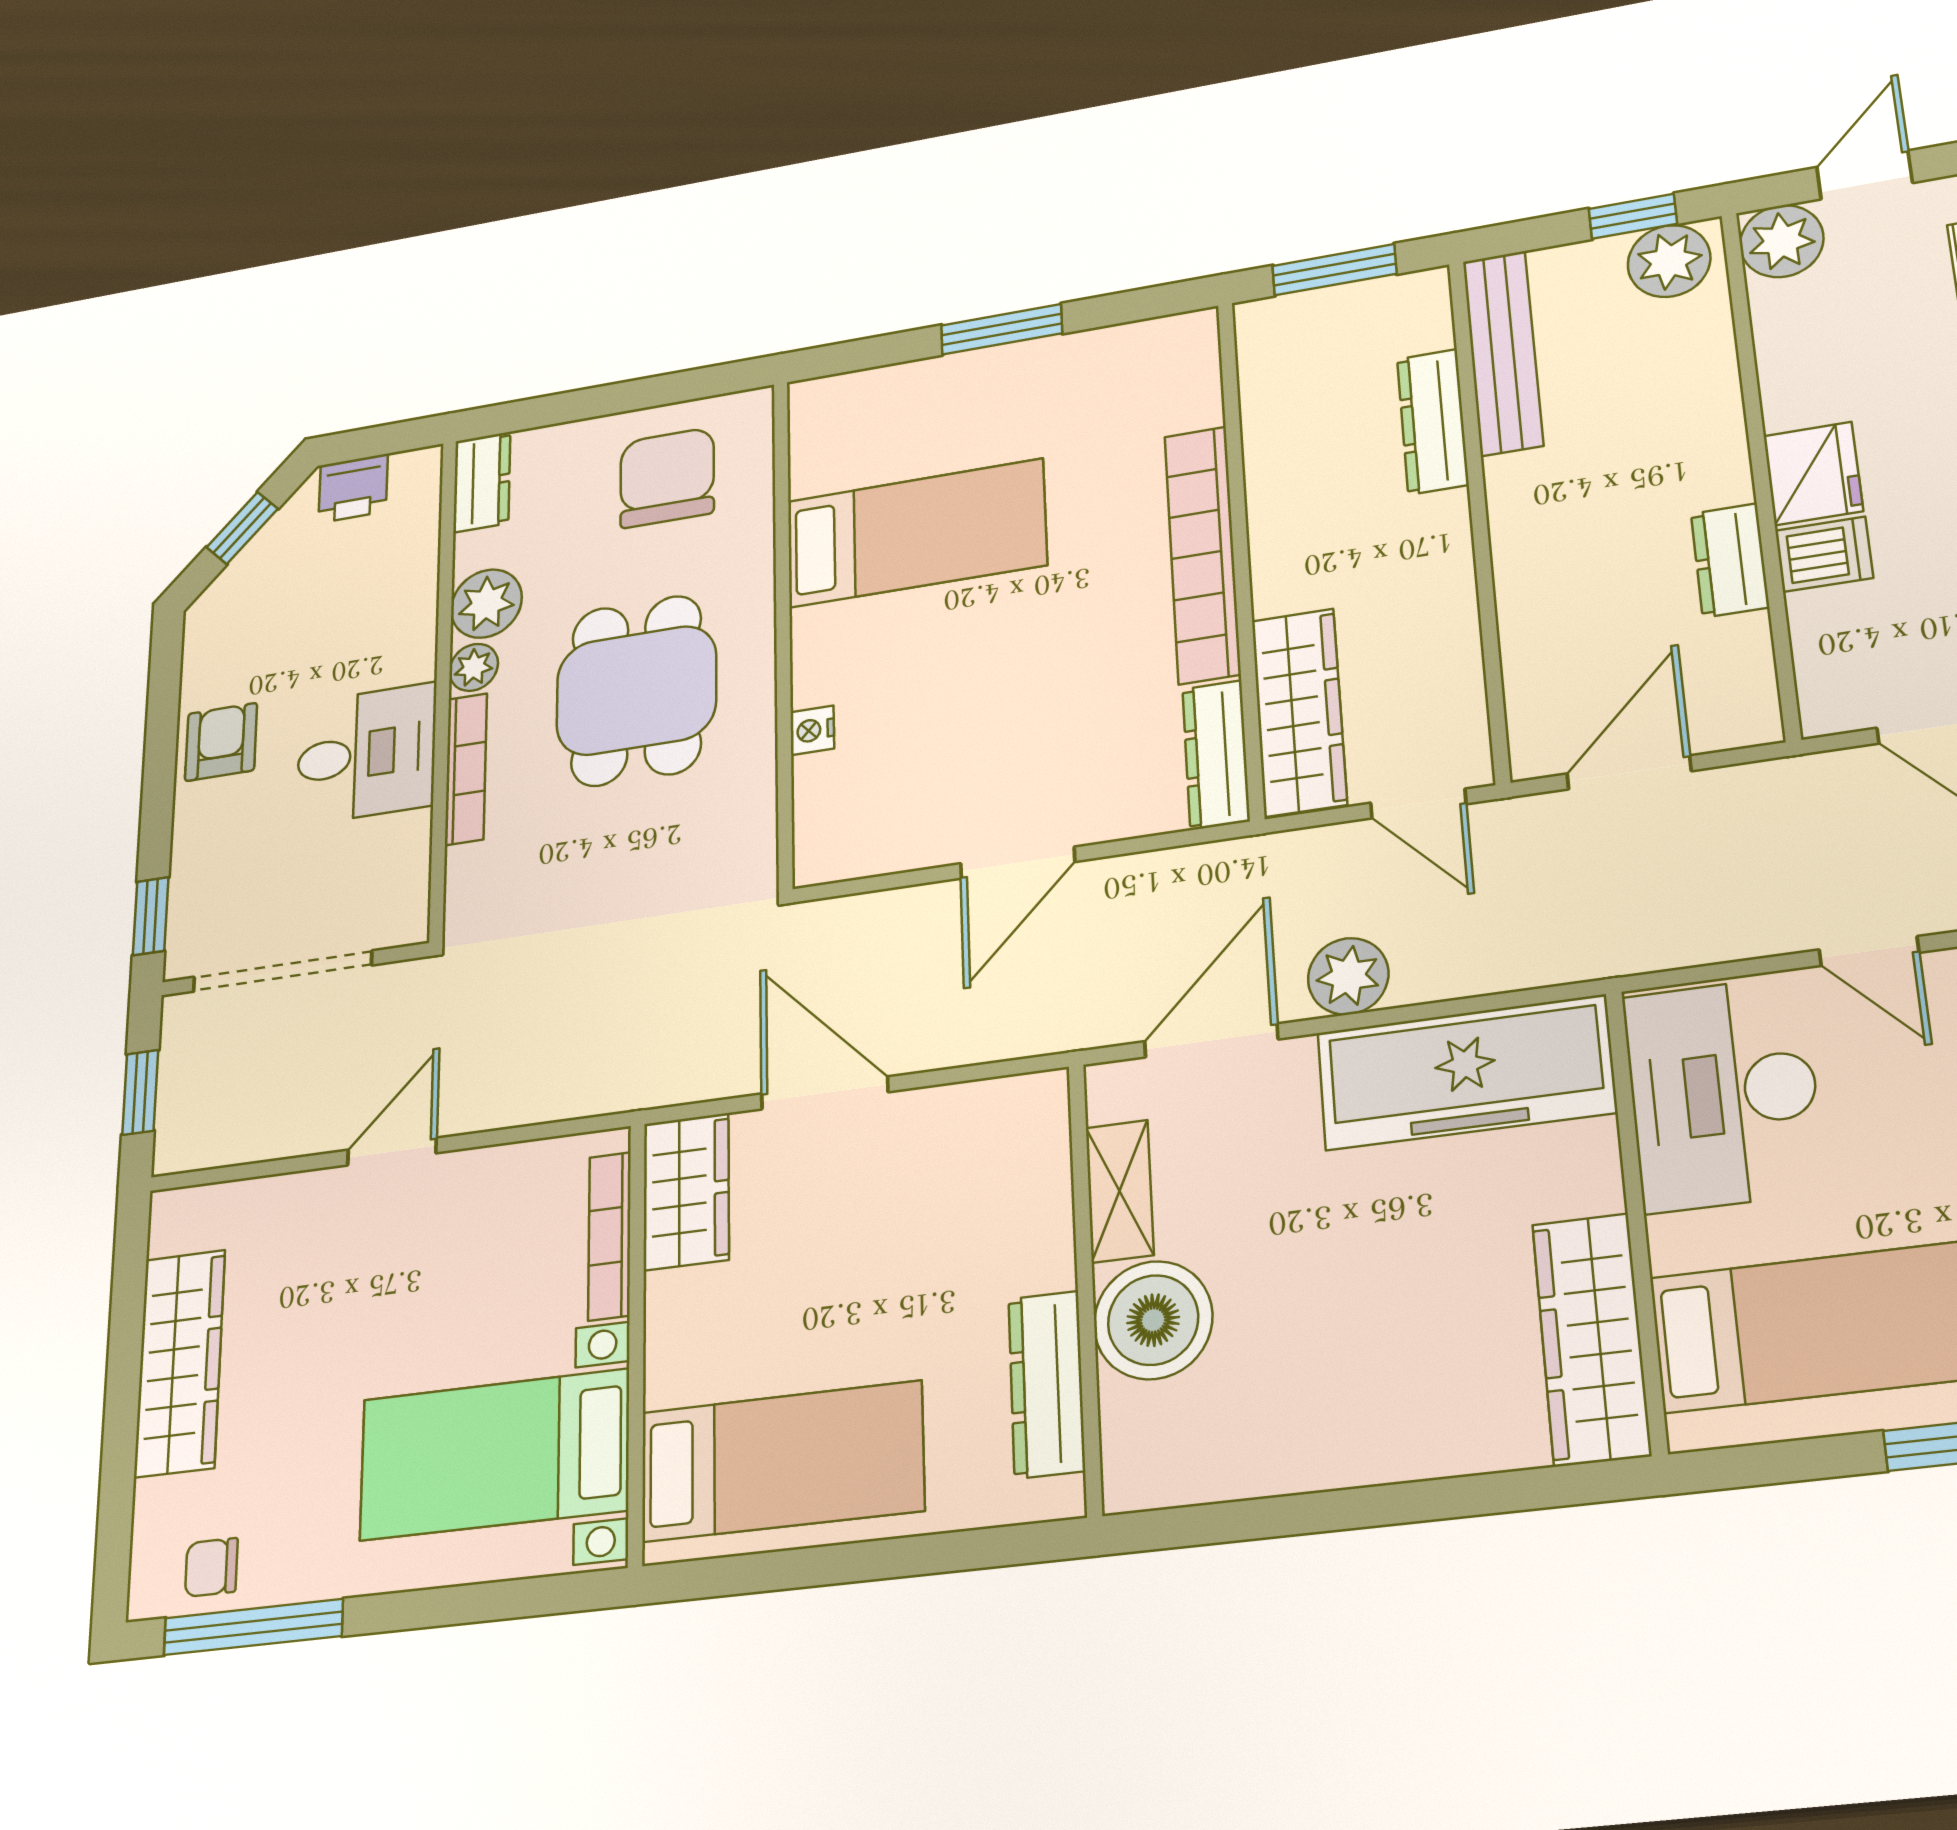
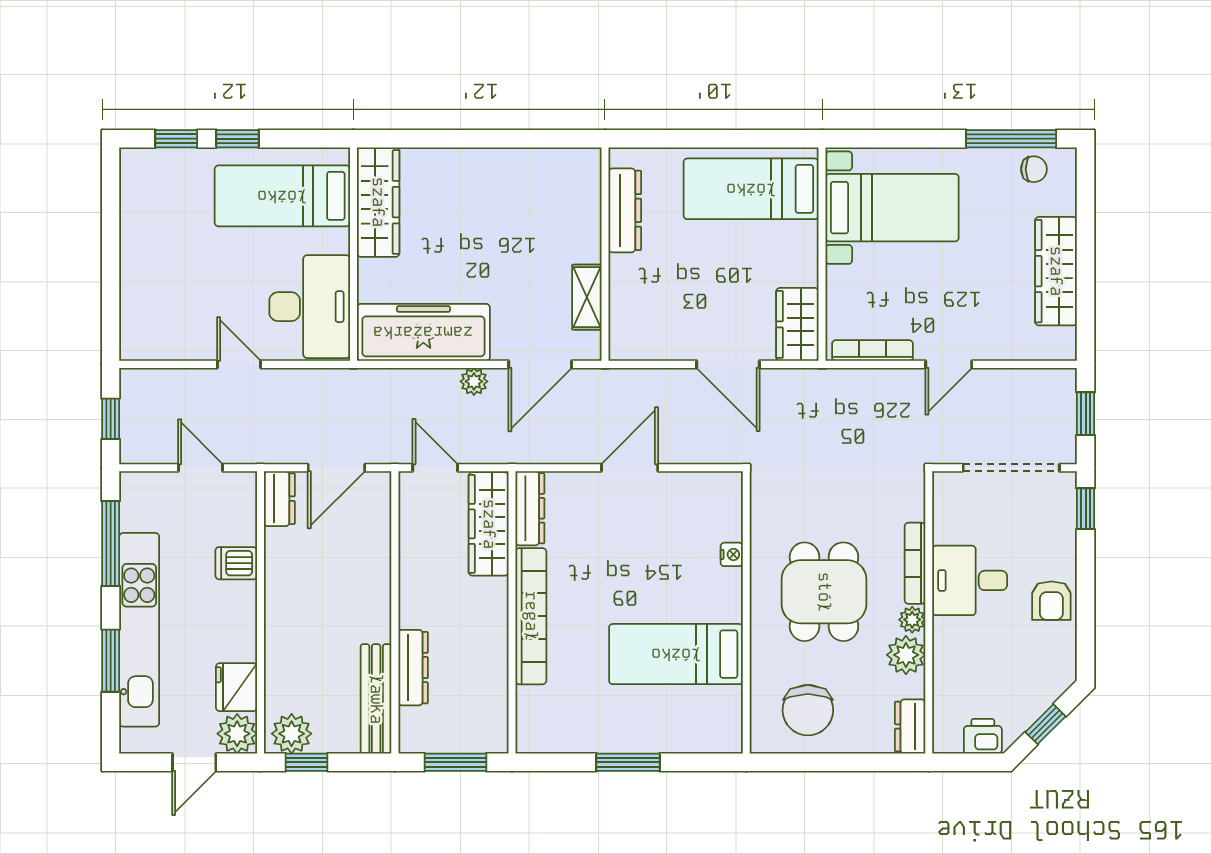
fridge: (1813, 473) -> (236, 687), moved
dresser: (1730, 560) -> (279, 499), moved
plant: (1348, 976) -> (474, 381), width x0.73, depth x0.73
bookcase: (609, 1236) -> (872, 351), moved, turned -90
boiler: (1153, 1320) -> (574, 234), removed

